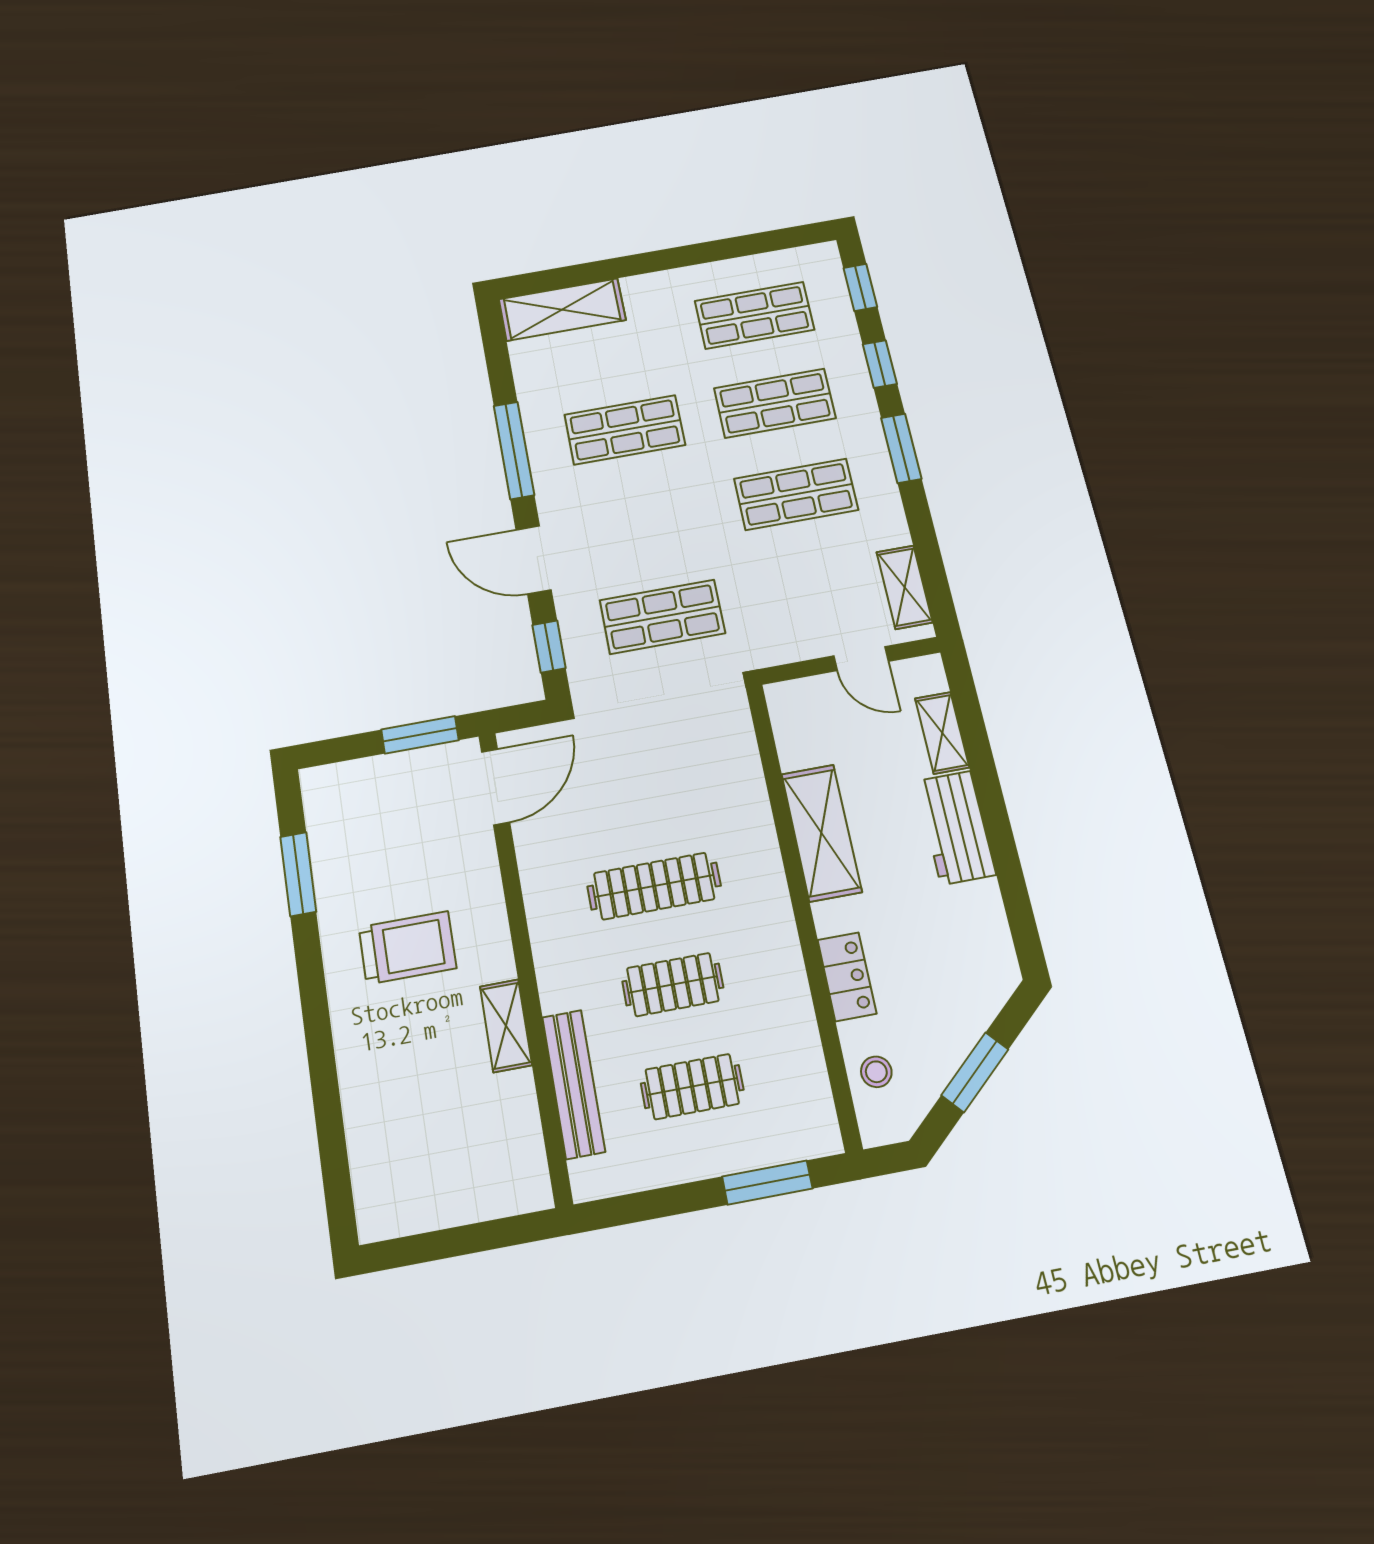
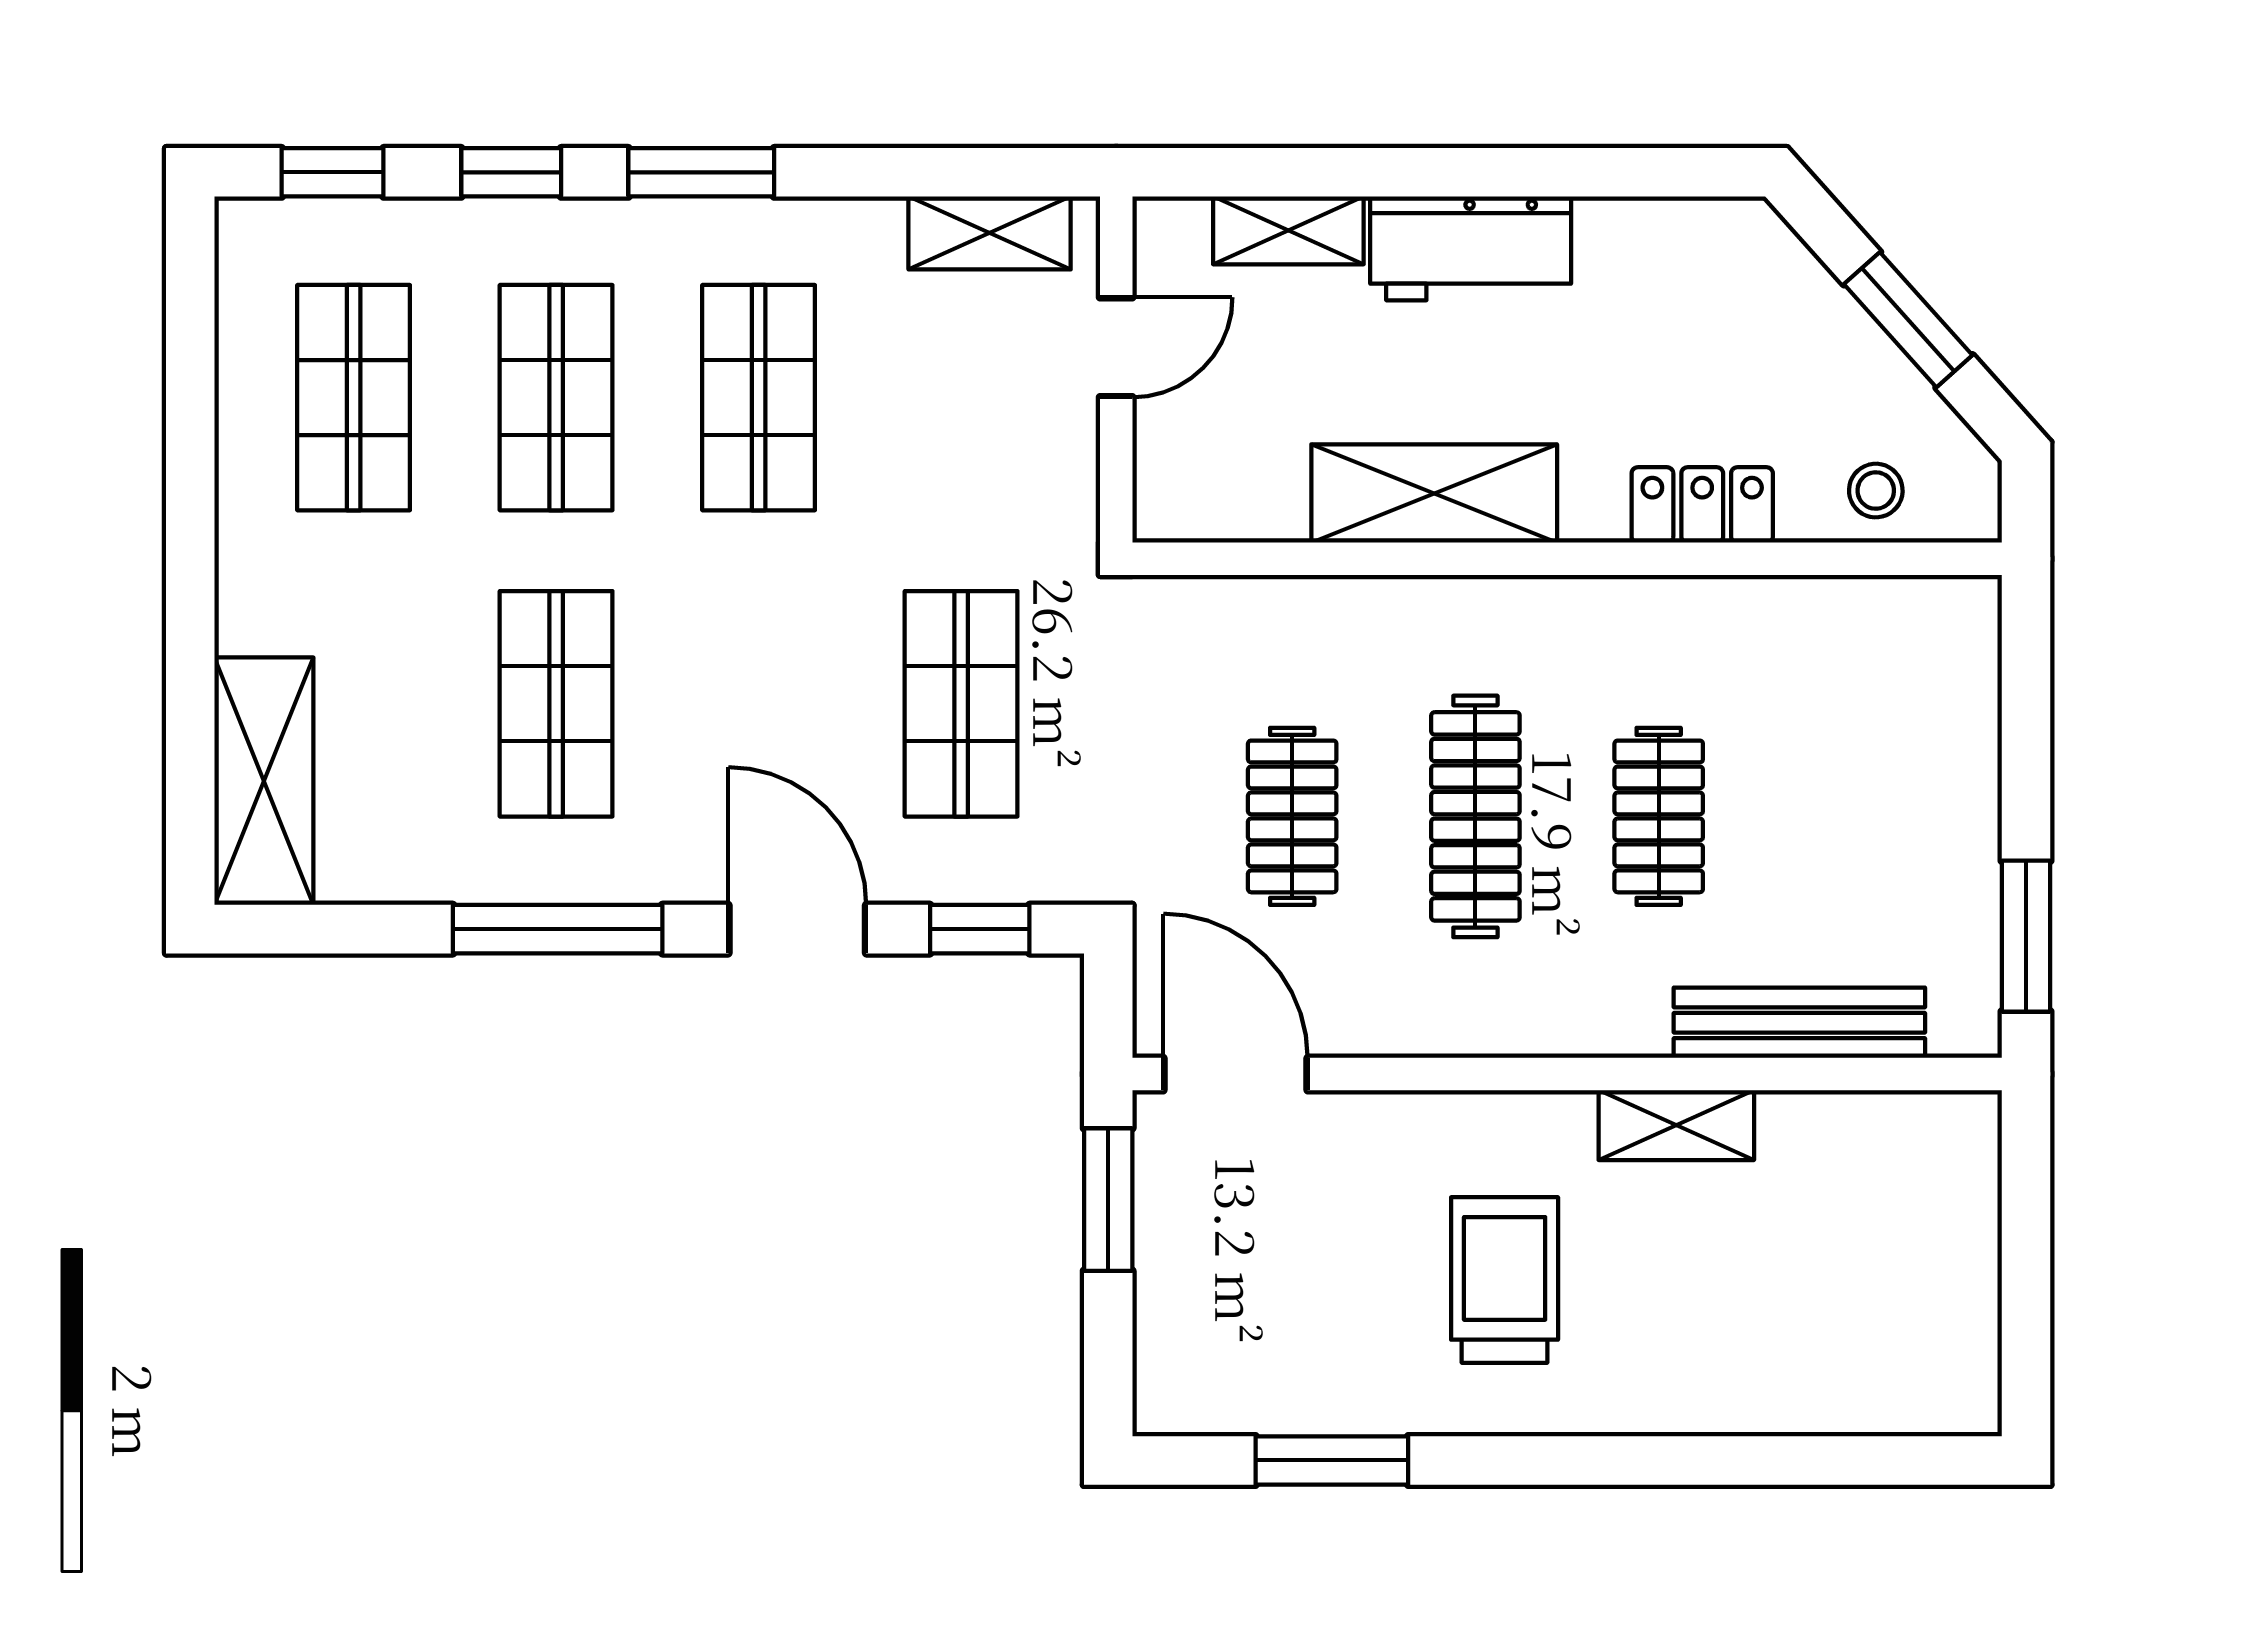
door: (534, 560) -> (797, 929), swing flipped
clothes rail: (692, 1087) -> (1292, 816), moved
window: (767, 1182) -> (2026, 936), moved

